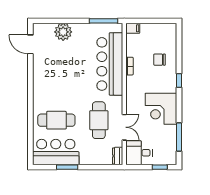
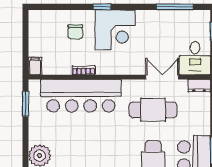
window: (103, 21) -> (26, 104), width x0.69
corner desk: (161, 109) -> (115, 30), moved

